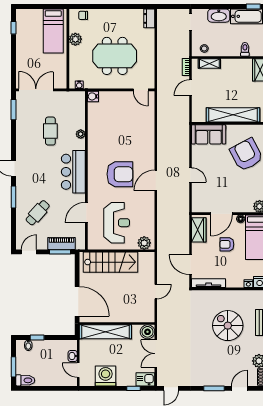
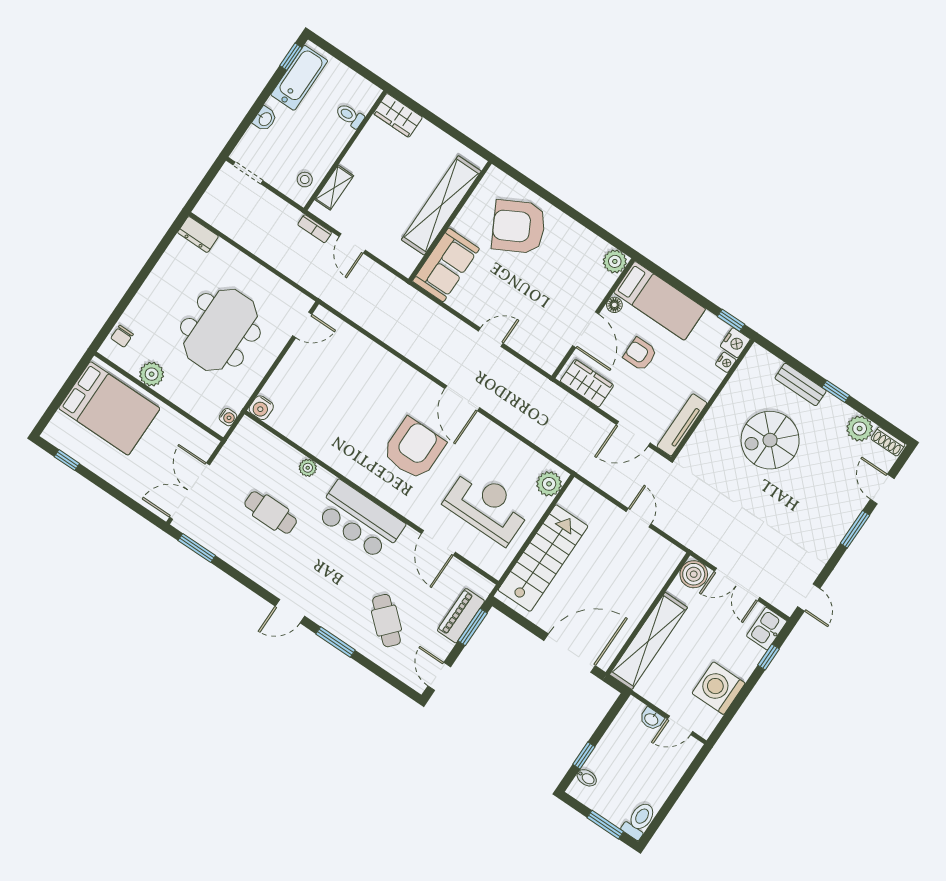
washbasin: (219, 16) -> (265, 119), width x0.52, depth x0.69
bed: (53, 31) -> (109, 408), width x1.50
armchair: (227, 244) -> (640, 354), turned 90

